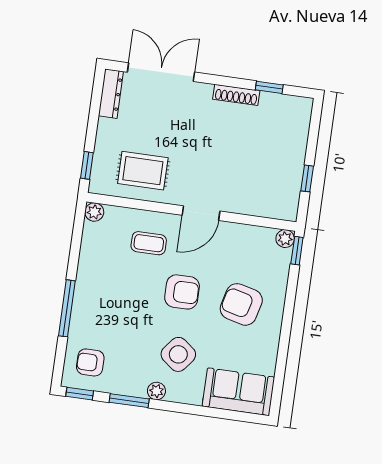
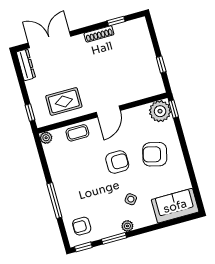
plant: (285, 239) -> (160, 111), width x1.88, depth x1.88
coffee table: (149, 243) -> (77, 133), moved
side table: (178, 354) -> (131, 199), width x0.54, depth x0.54

